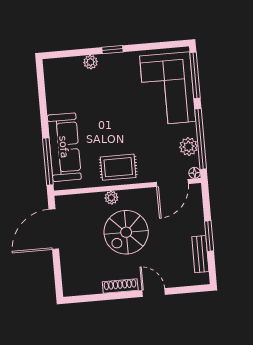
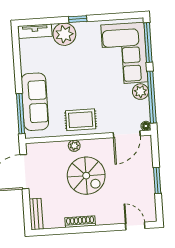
plant: (90, 62) -> (64, 34), width x1.87, depth x1.87
tv unit: (63, 65) -> (35, 31), added
plant: (189, 147) -> (140, 92), moved
spiral stairs: (126, 232) -> (86, 176), turned -90
bench: (200, 254) -> (36, 214), moved
door: (154, 292) -> (135, 226), moved

